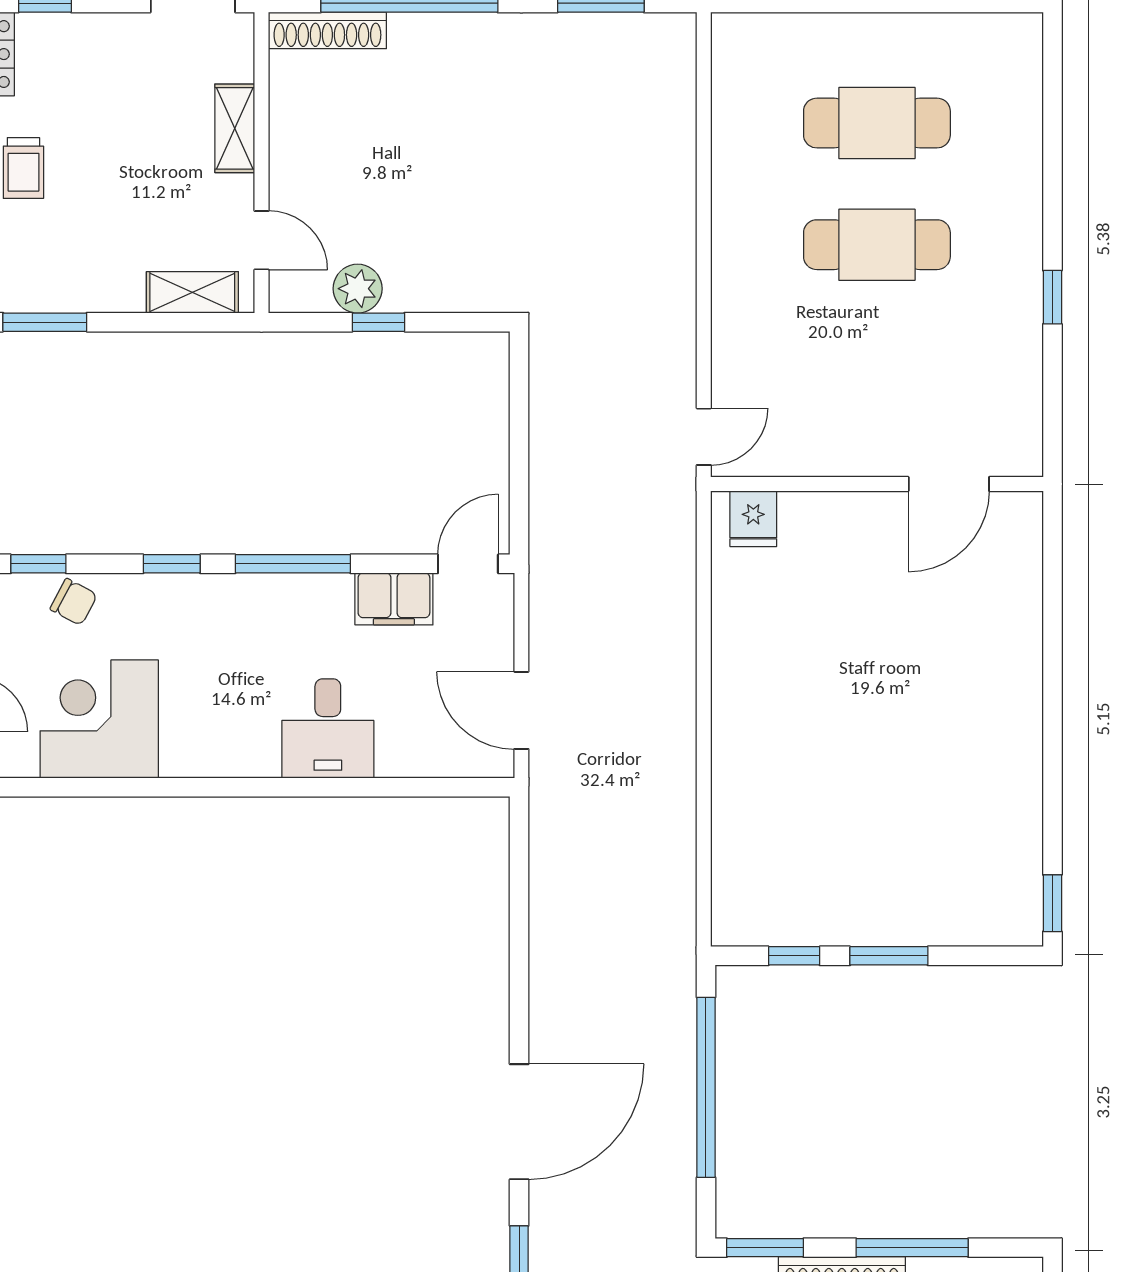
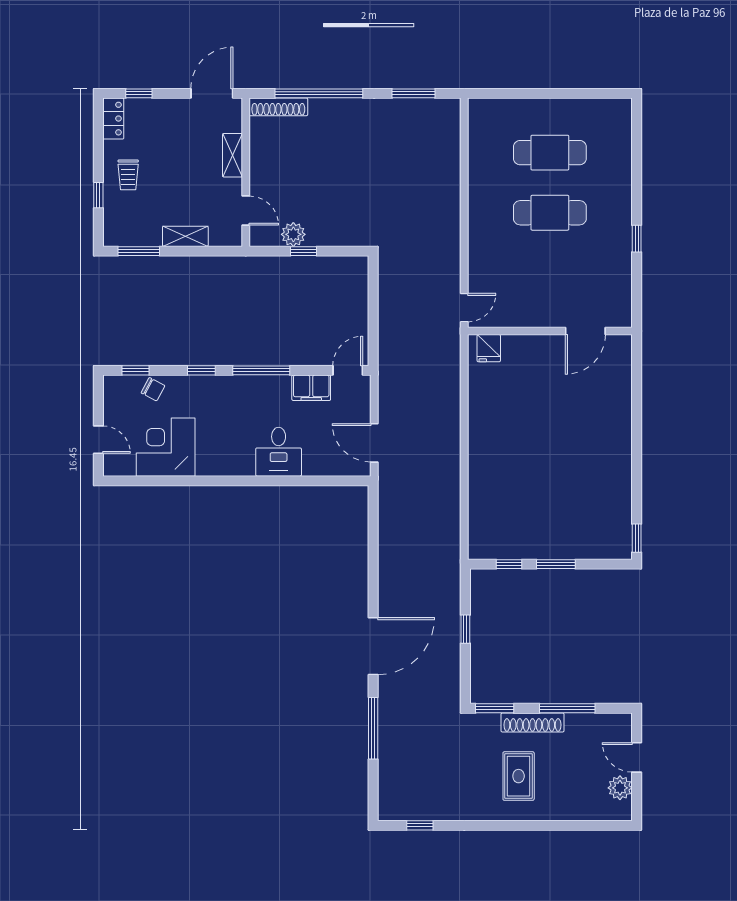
shelving: (192, 292) -> (185, 236), moved
window: (706, 1087) -> (465, 629), width x0.32

